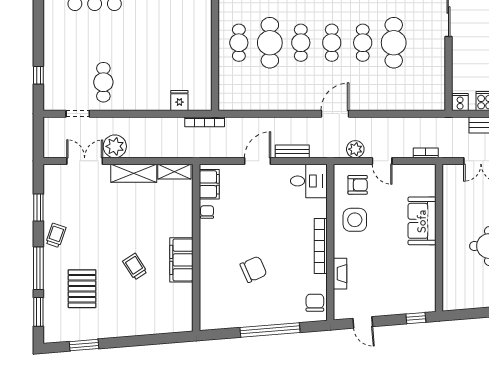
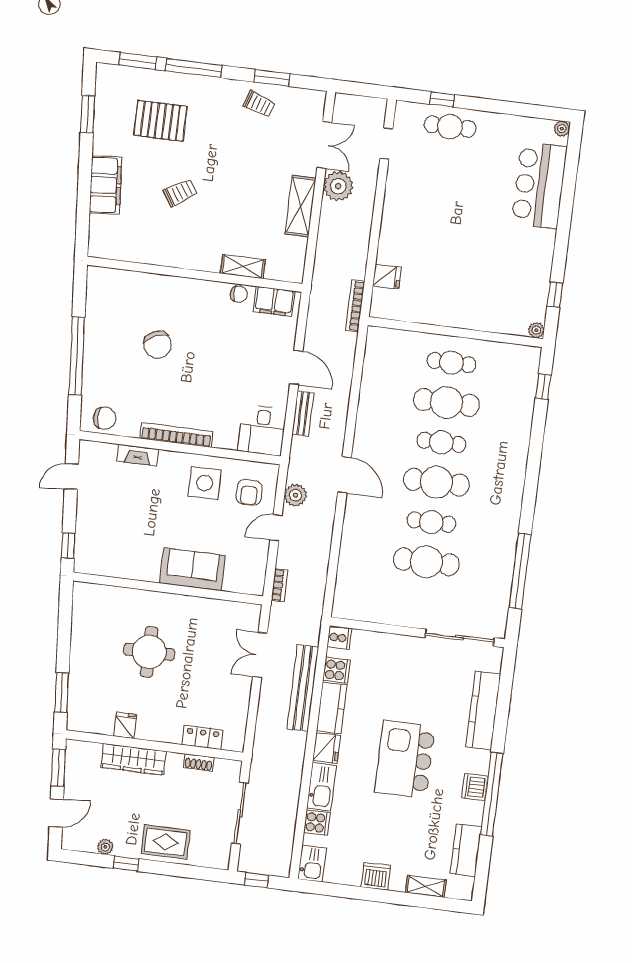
cafe table: (332, 43) -> (436, 482), width x1.37, depth x1.35
cafe table: (103, 82) -> (450, 127), moved
shelving: (174, 172) -> (243, 267), moved, turned 90
trolley: (56, 235) -> (259, 104), moved
filing cabinet: (181, 260) -> (105, 185), moved, turned 85

